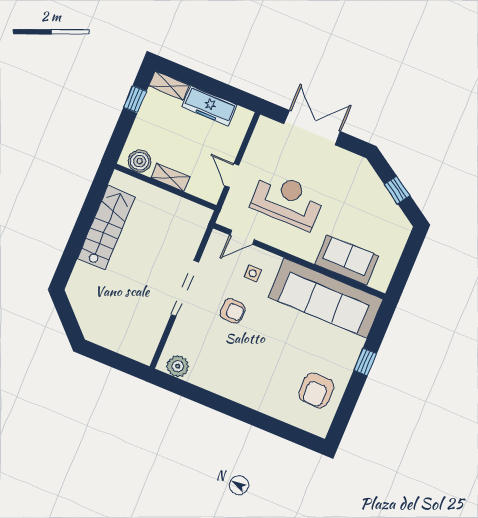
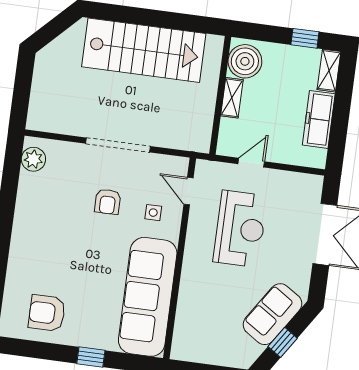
boiler: (140, 161) -> (245, 61), width x1.37, depth x1.37
stairs: (106, 227) -> (144, 50), width x1.36, depth x1.51
sofa: (347, 260) -> (273, 314), moved, turned -147

